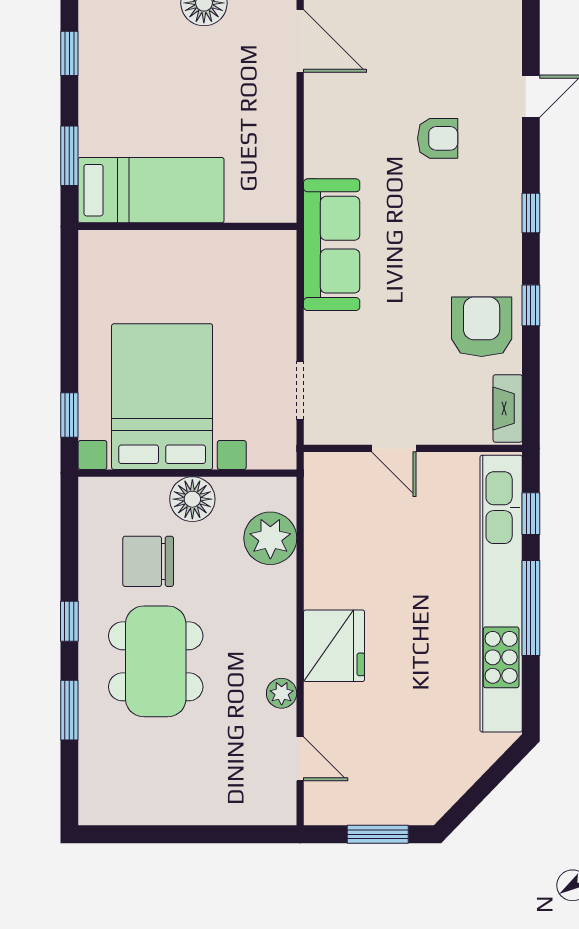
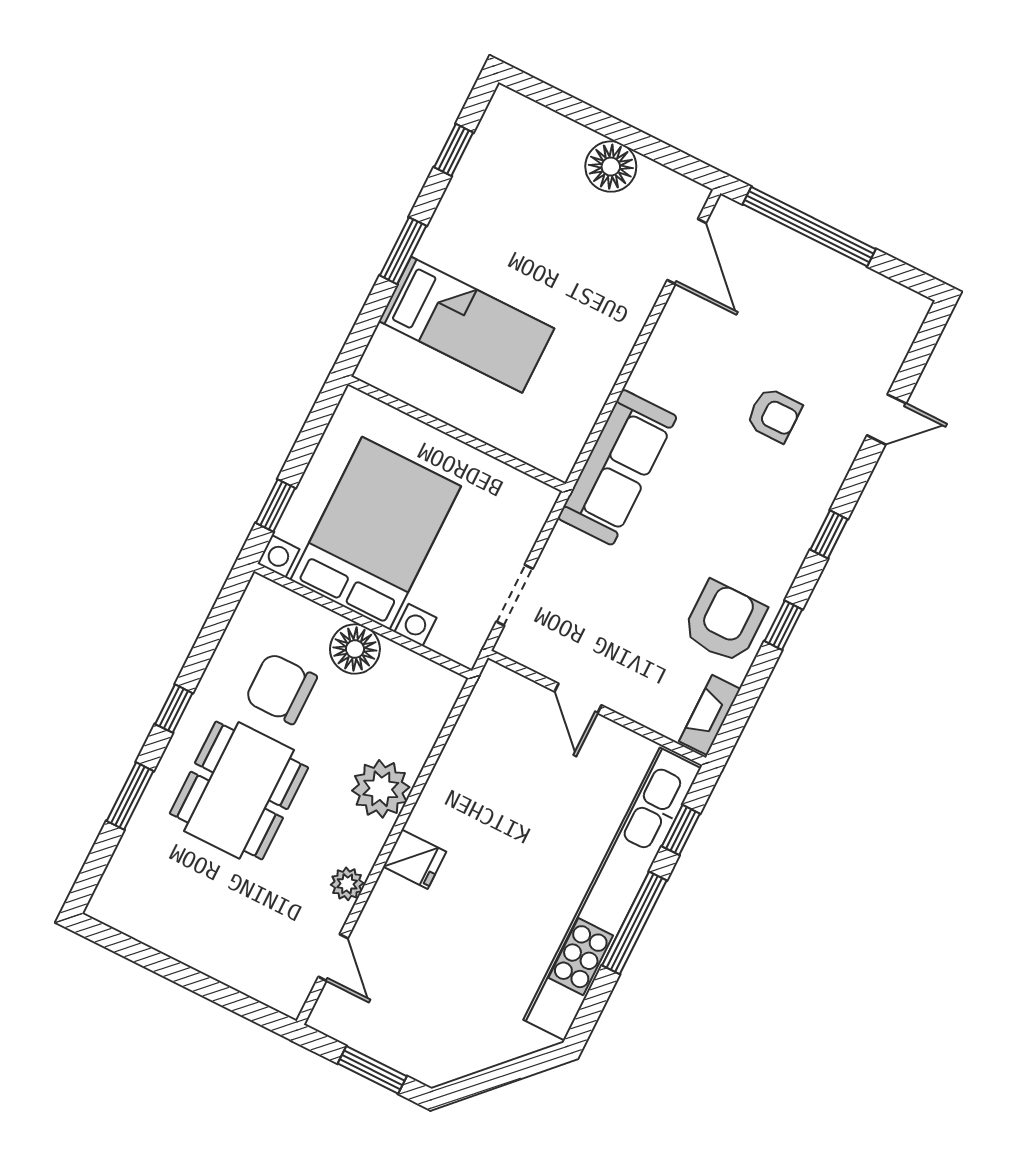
wall: (187, 226) -> (457, 434), moved
plant: (270, 538) -> (381, 789), moved
fridge: (334, 646) -> (415, 859), width x0.53, depth x0.75

